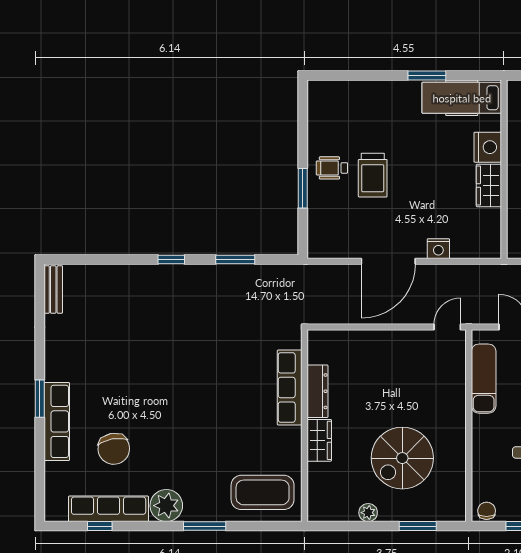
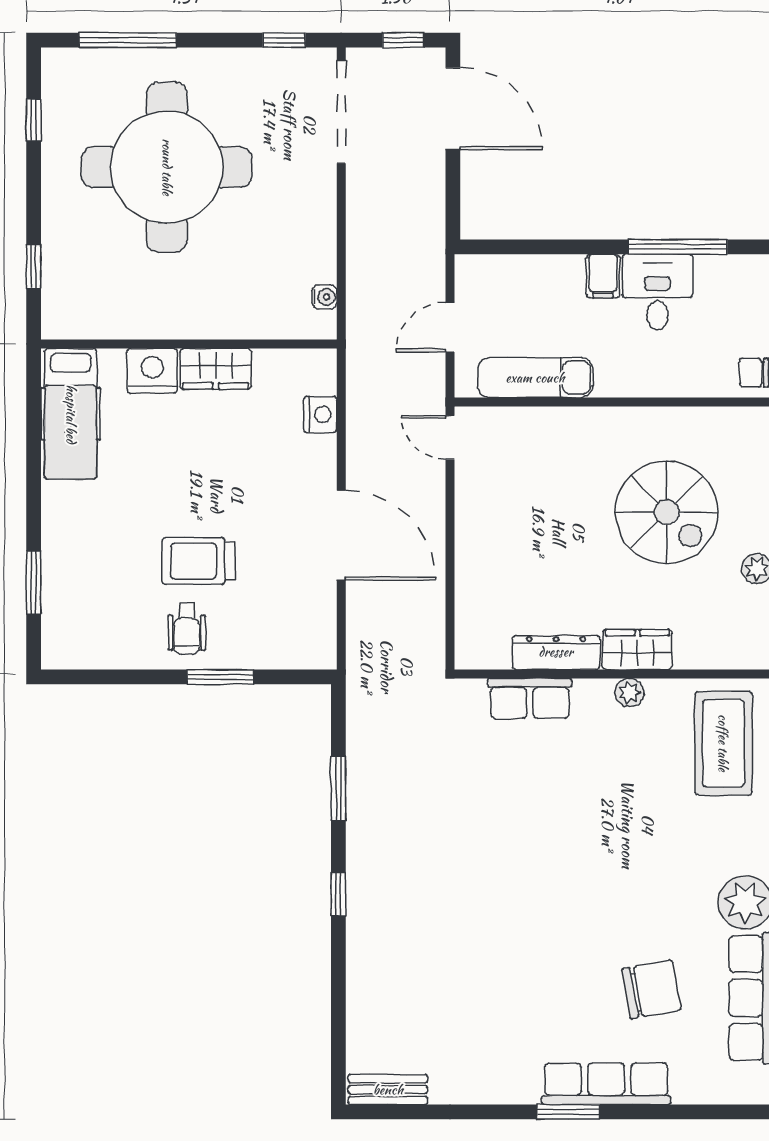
window: (427, 75) -> (34, 583), moved
trolley: (373, 175) -> (199, 561), turned 180
nightstand: (438, 249) -> (320, 415), moved
row of seats: (290, 387) -> (530, 698), width x0.68
plant: (293, 436) -> (629, 693), added

